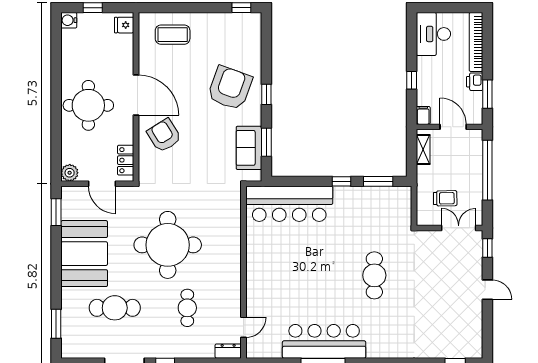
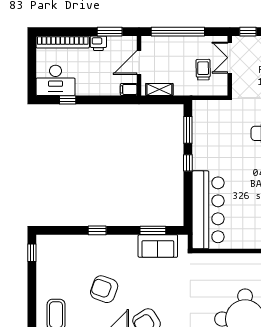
window: (412, 80) -> (68, 100), moved
armchair: (230, 88) -> (104, 289), moved, width x0.73, depth x0.73
window: (266, 94) -> (97, 230), moved

